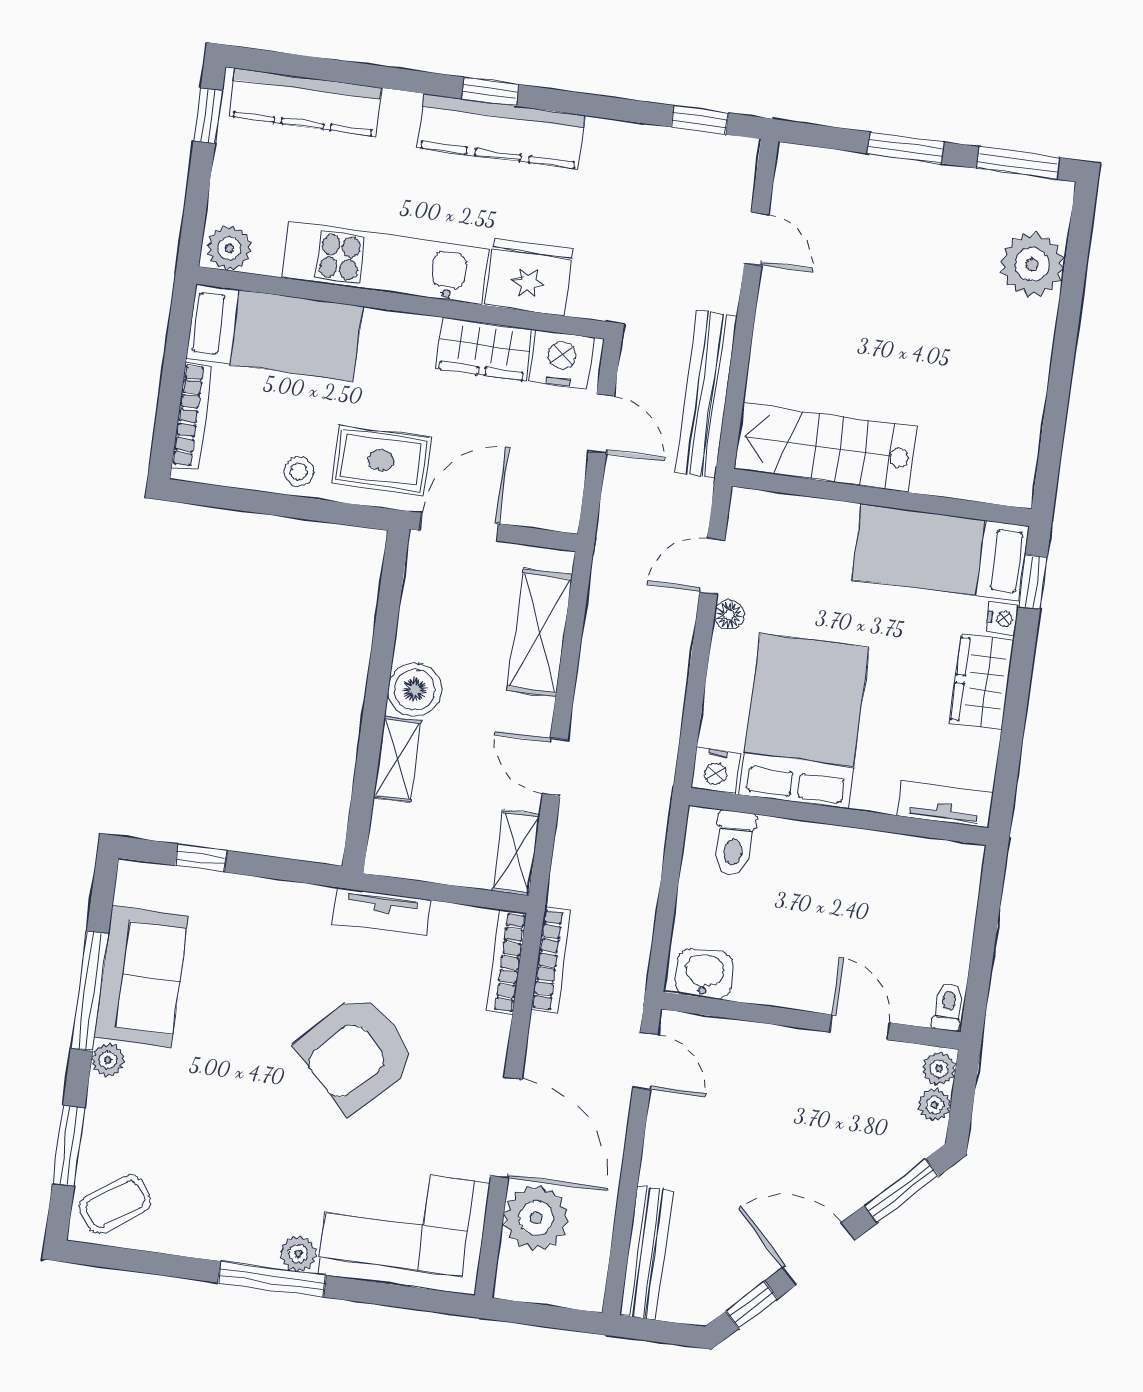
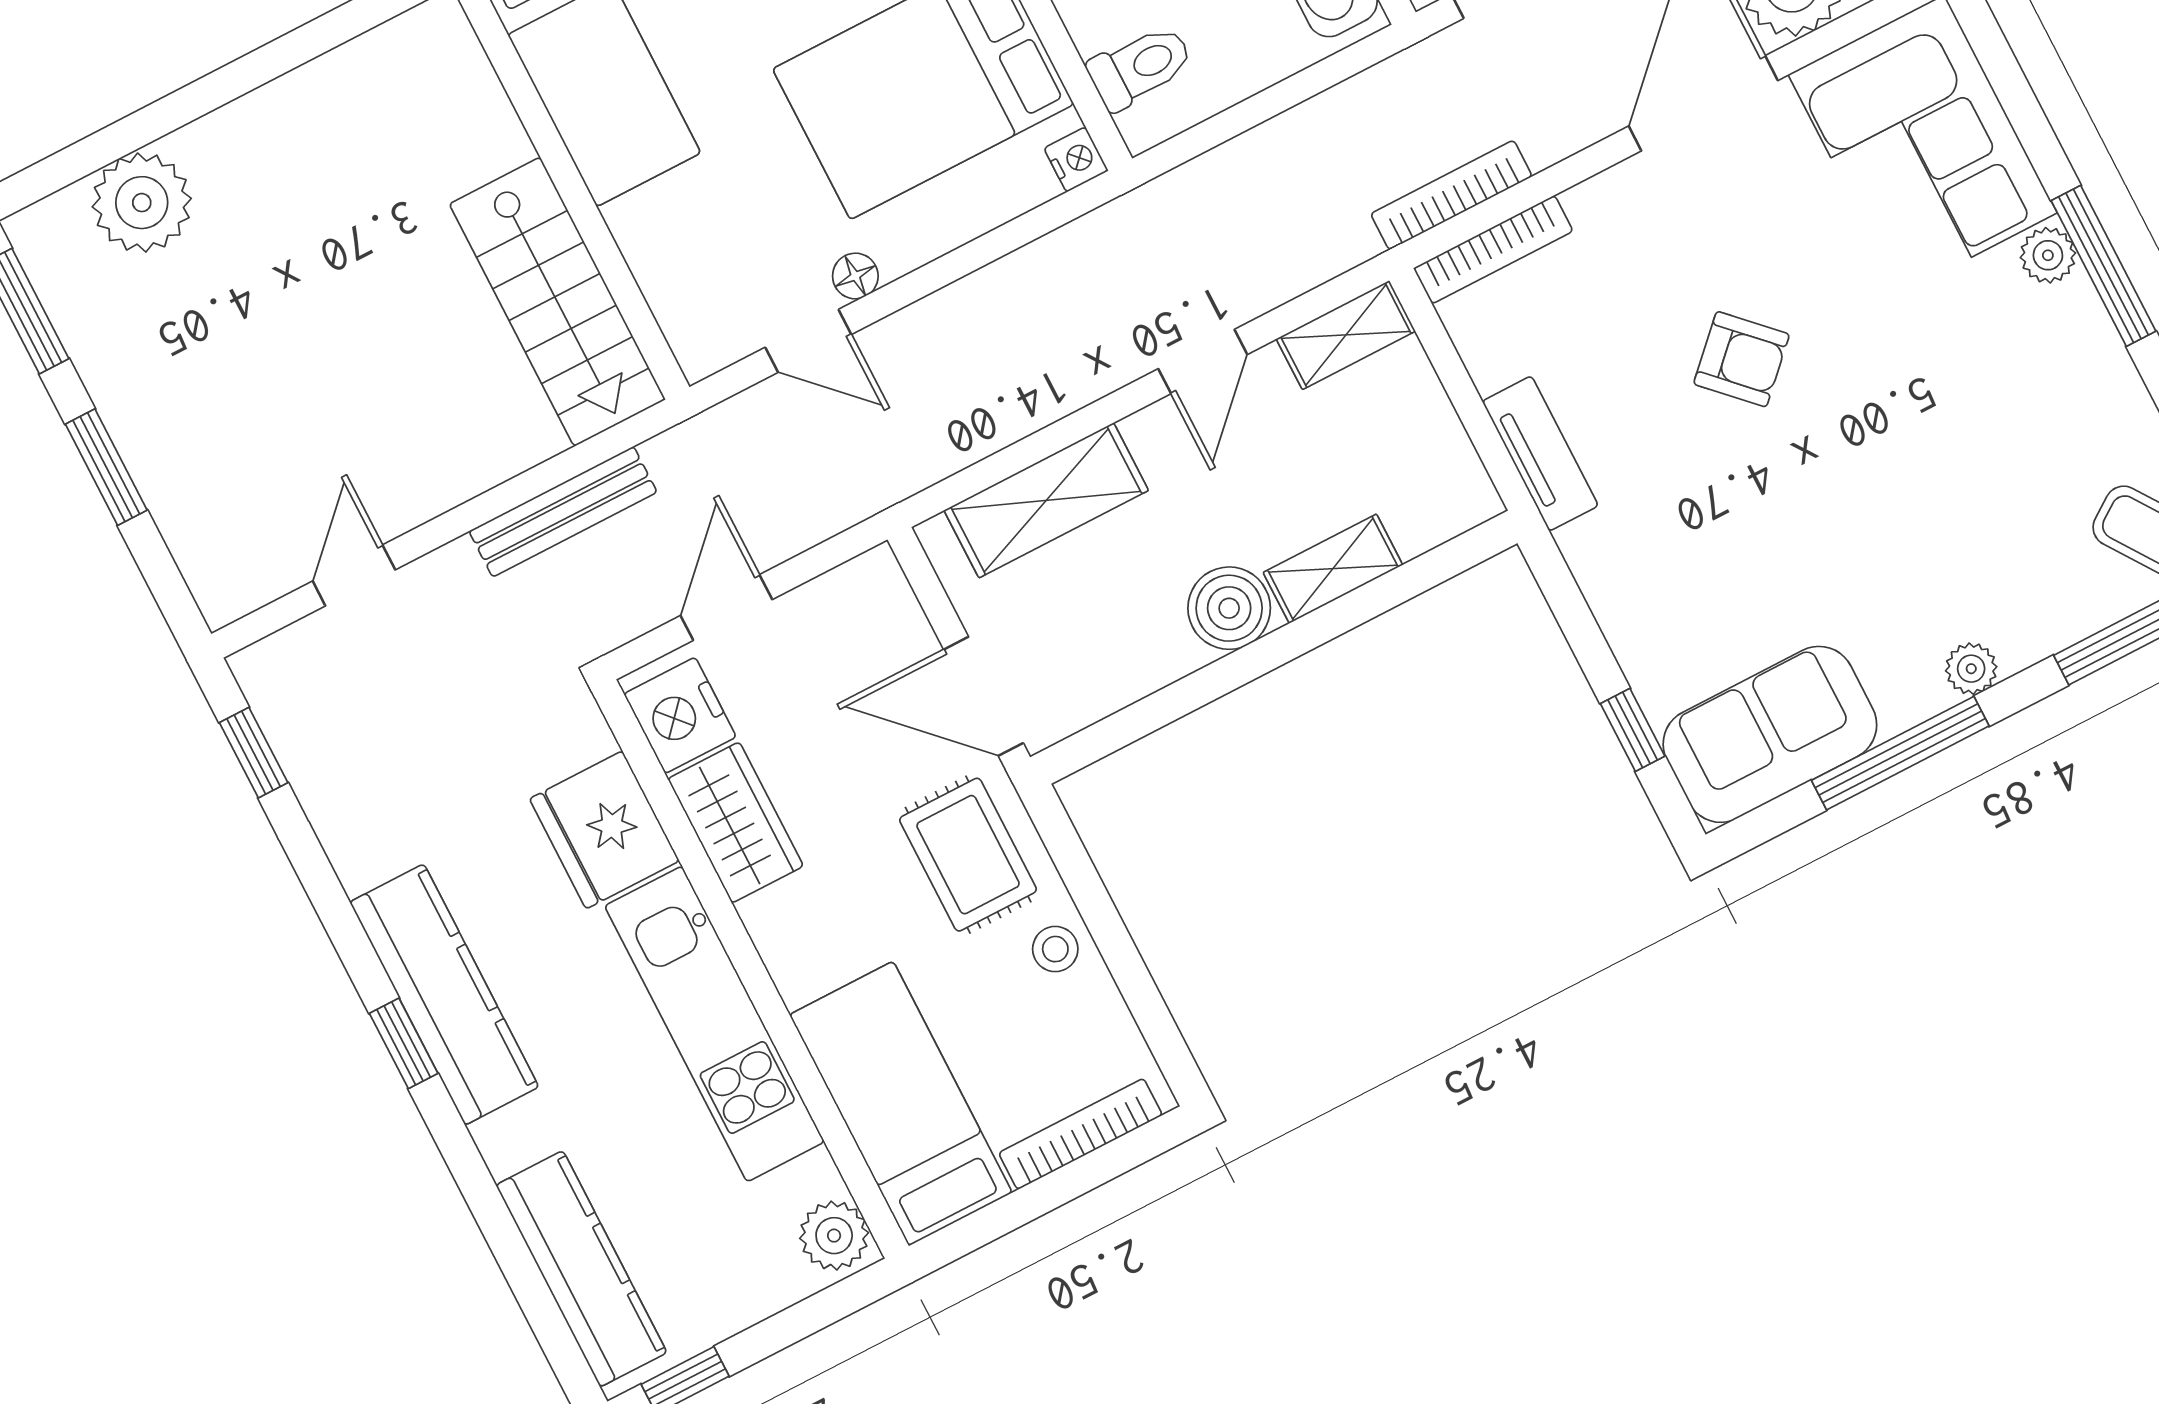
bench: (706, 394) -> (563, 512), width x0.73, depth x0.82
nightstand: (716, 770) -> (1076, 160), width x0.72, depth x0.74
sofa: (141, 977) -> (1770, 734), moved
armchair: (357, 1053) -> (1741, 359), width x0.53, depth x0.53

